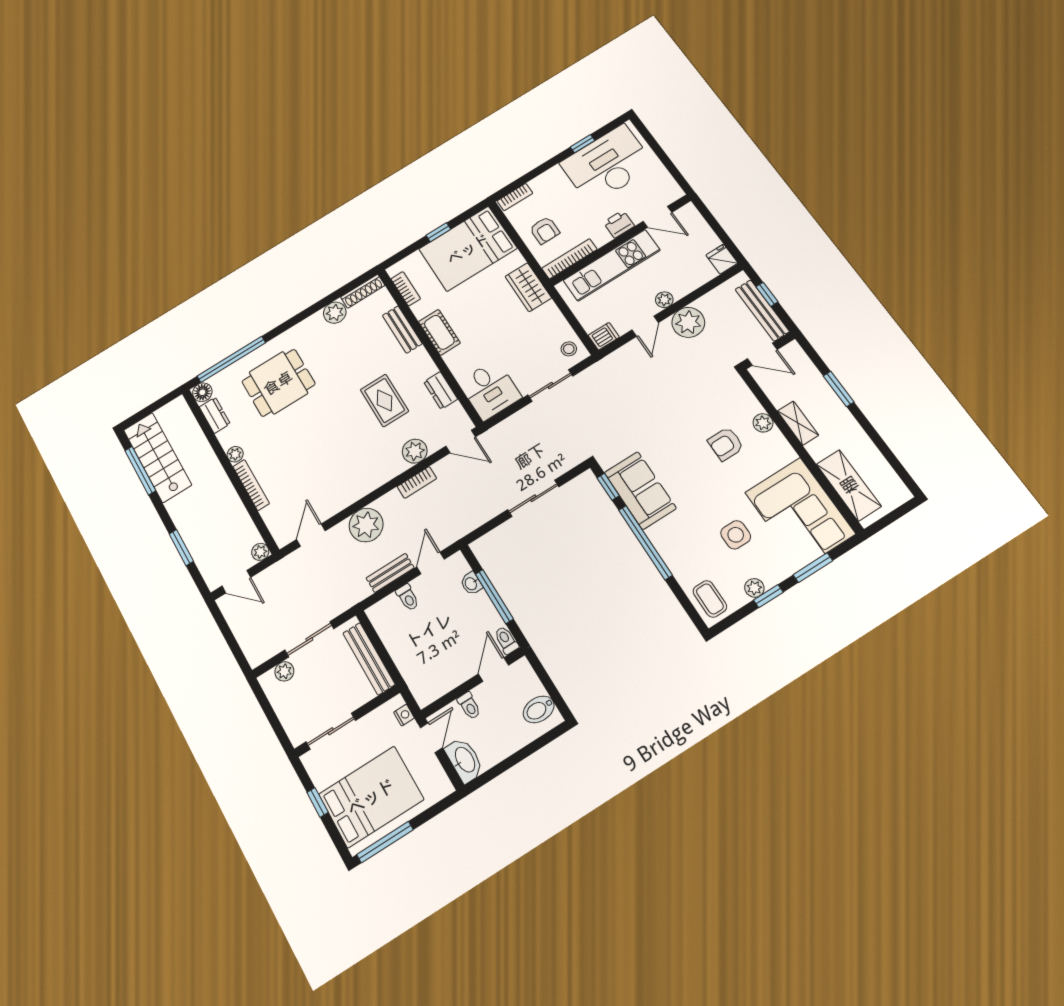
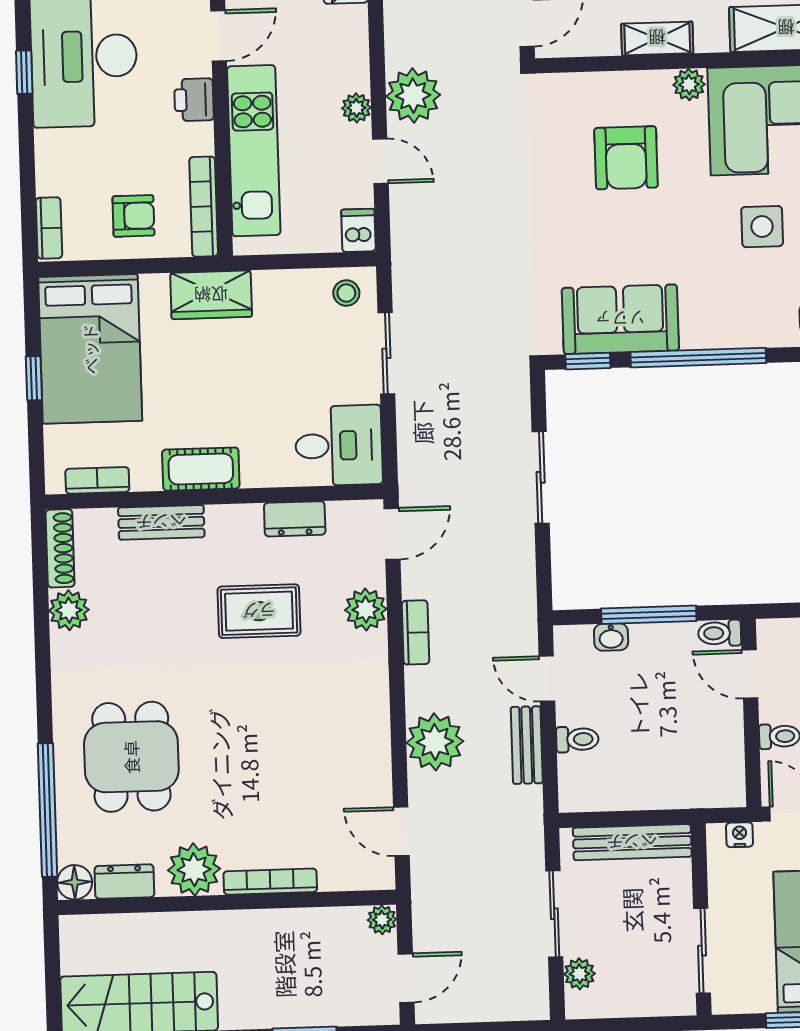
plant: (763, 423) -> (689, 85), moved
armchair: (726, 444) -> (626, 158), width x1.38, depth x1.38
plant: (235, 454) -> (194, 870), width x1.88, depth x1.88

